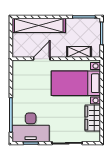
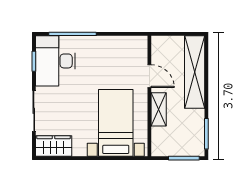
shelving: (79, 52) -> (159, 109), moved
wardrobe: (93, 118) -> (54, 146), moved

